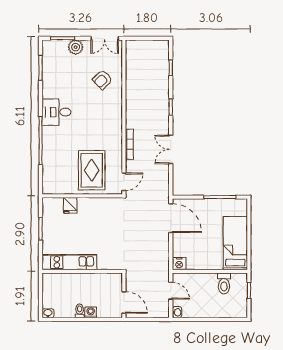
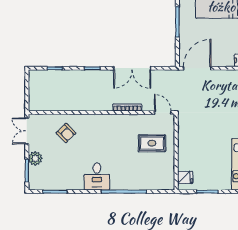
double door: (105, 38) -> (27, 131), swing flipped
double door: (171, 149) -> (132, 68), width x1.37
rug: (92, 170) -> (152, 143), width x0.73, depth x0.70
fridge: (70, 205) -> (185, 177), moved

